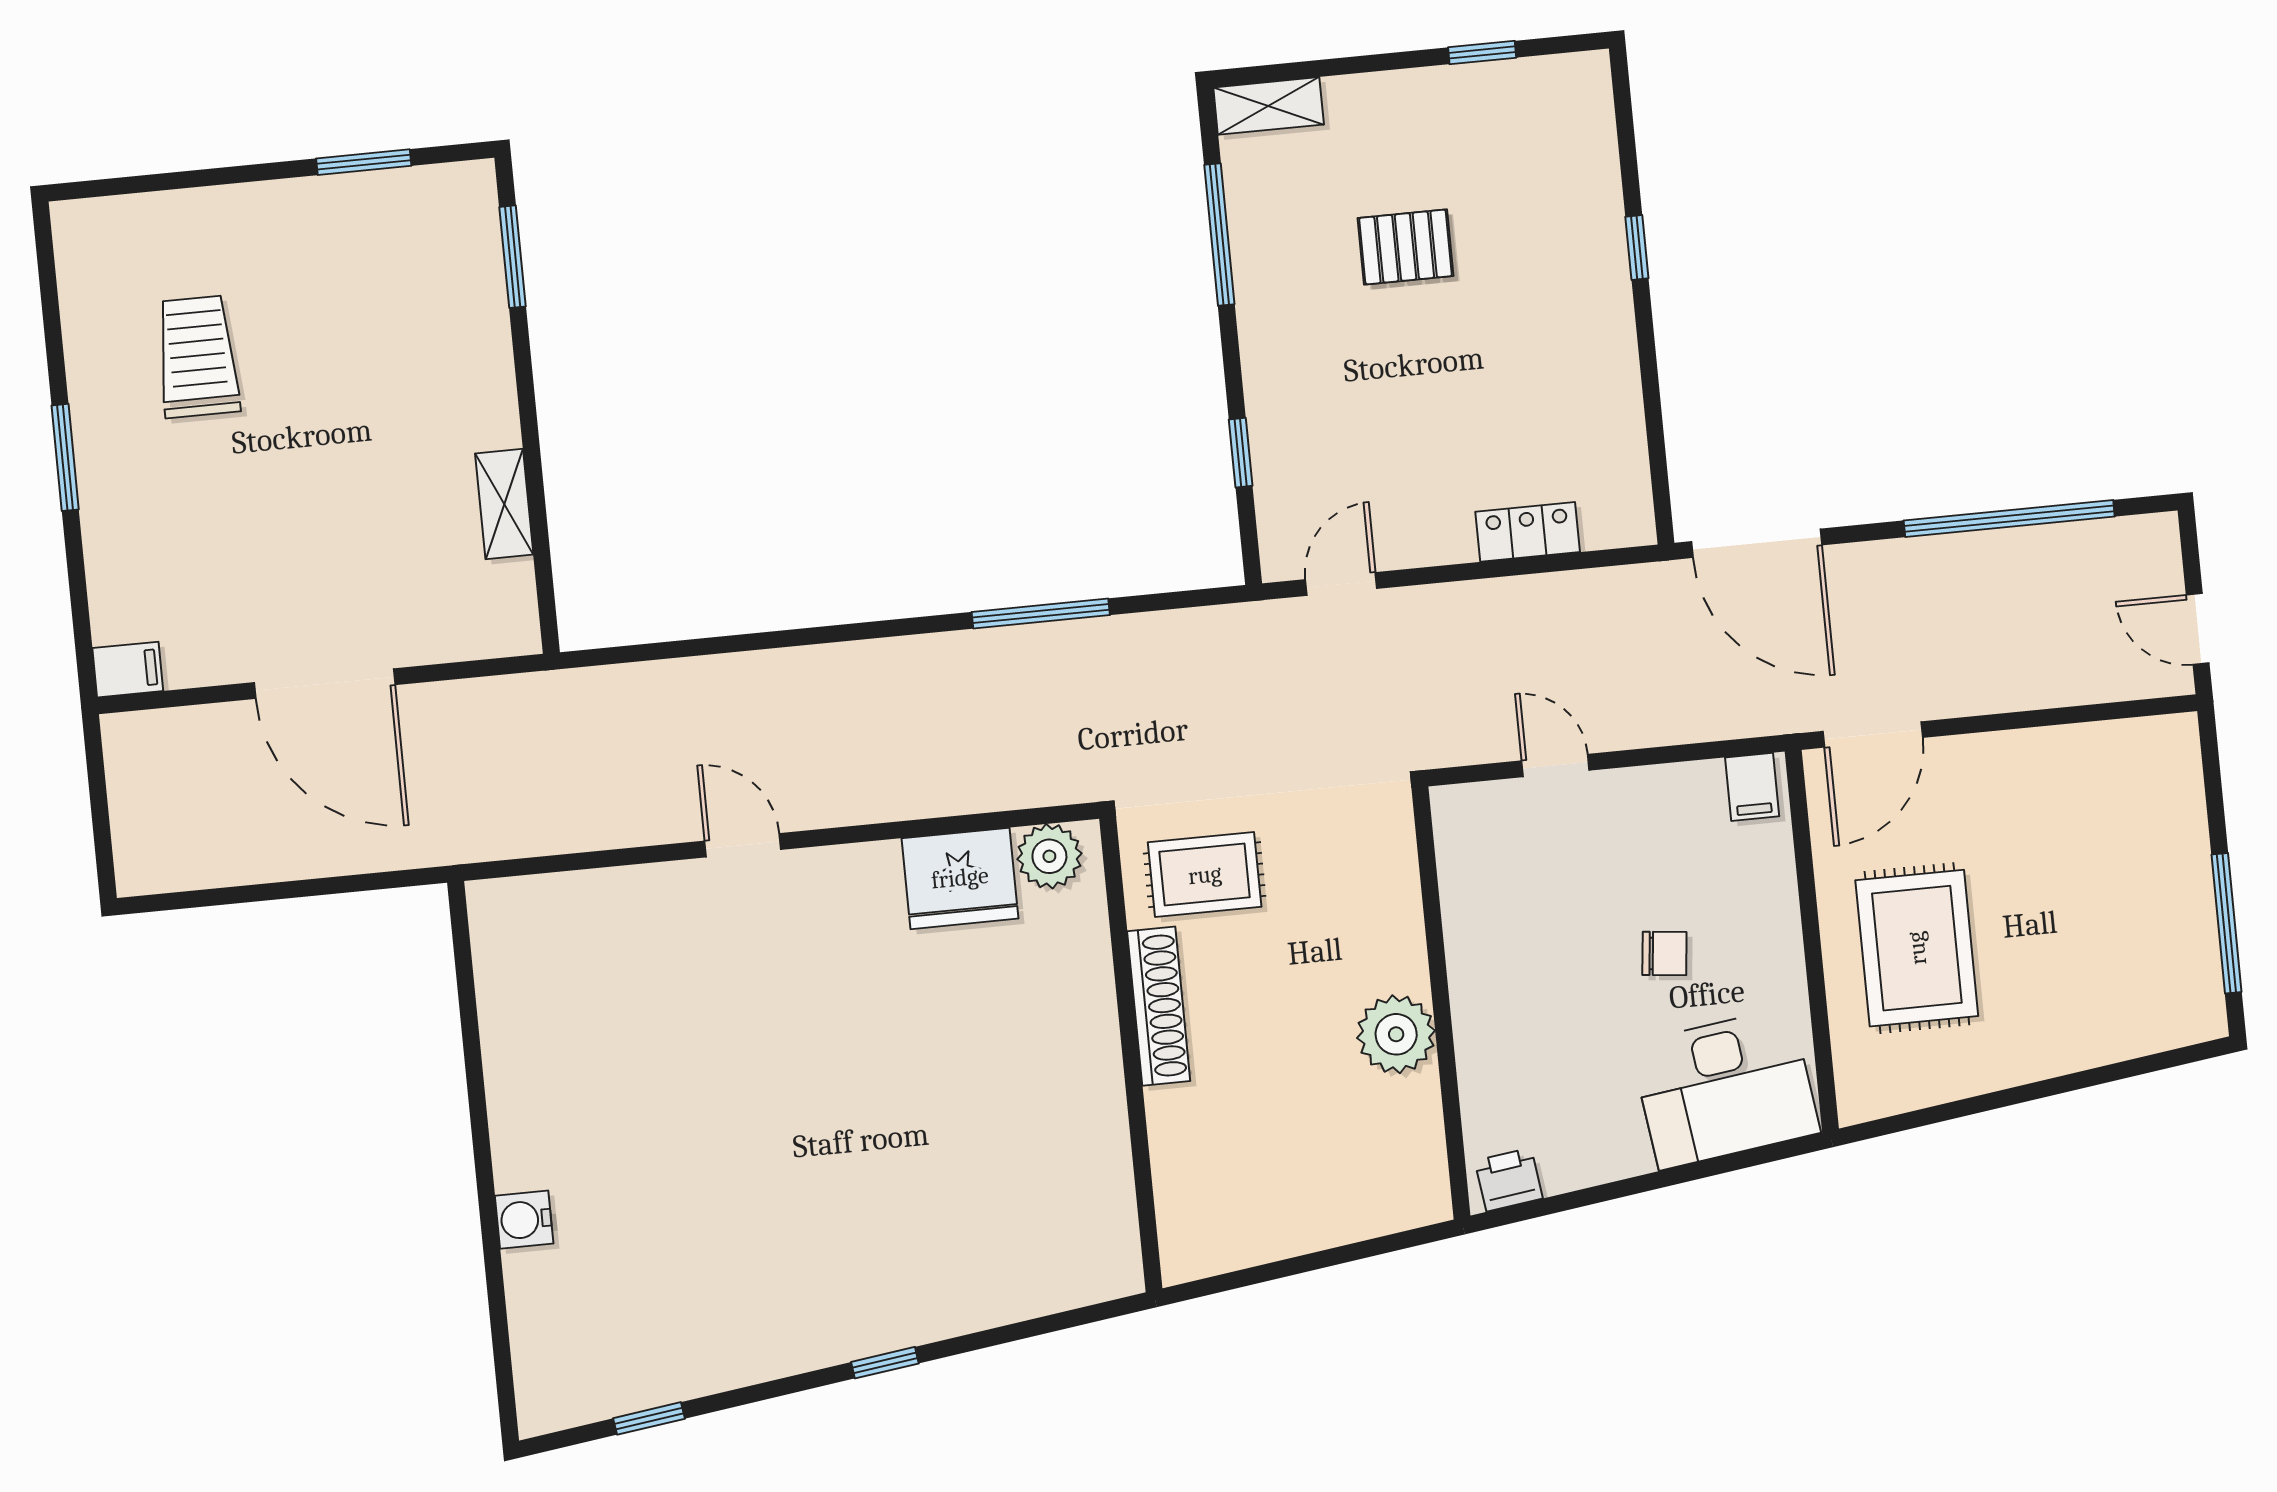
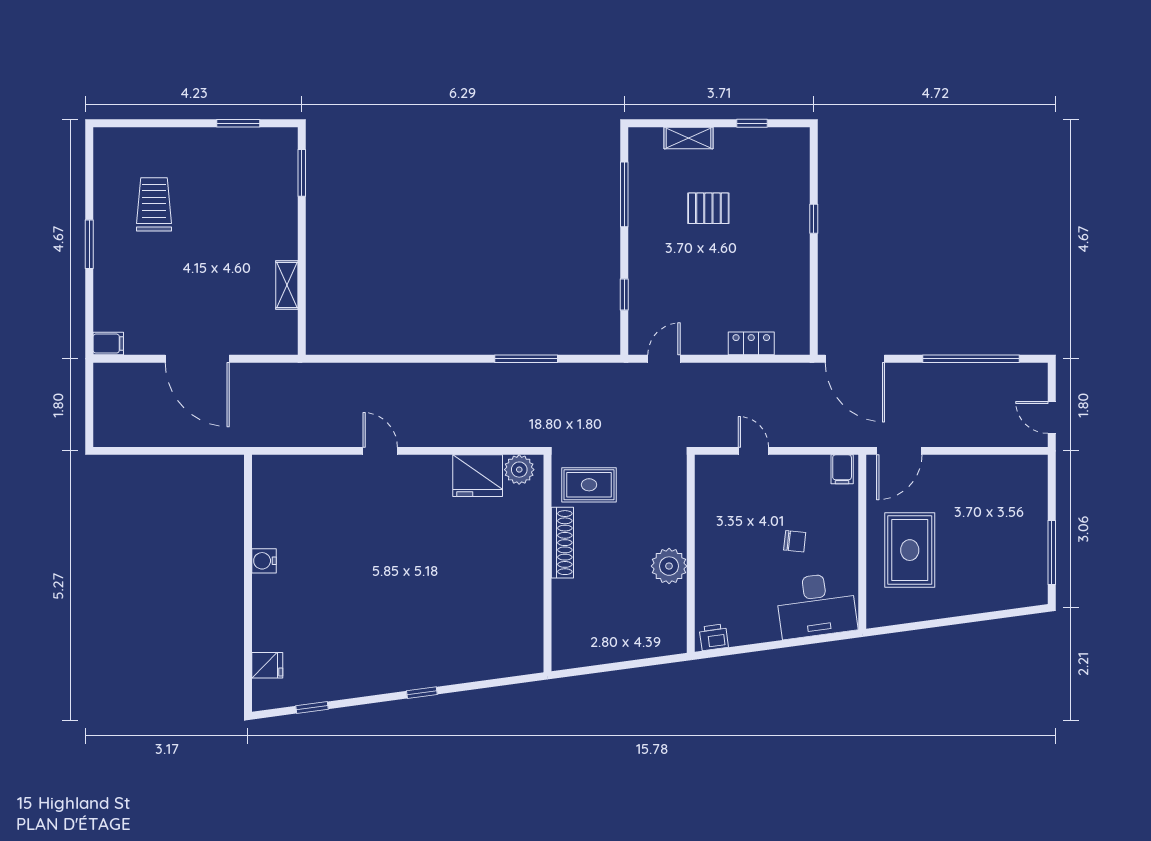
shelving: (1269, 106) -> (688, 138), moved
water cooler: (524, 1220) -> (264, 561), moved
fridge: (543, 1336) -> (267, 665), added

